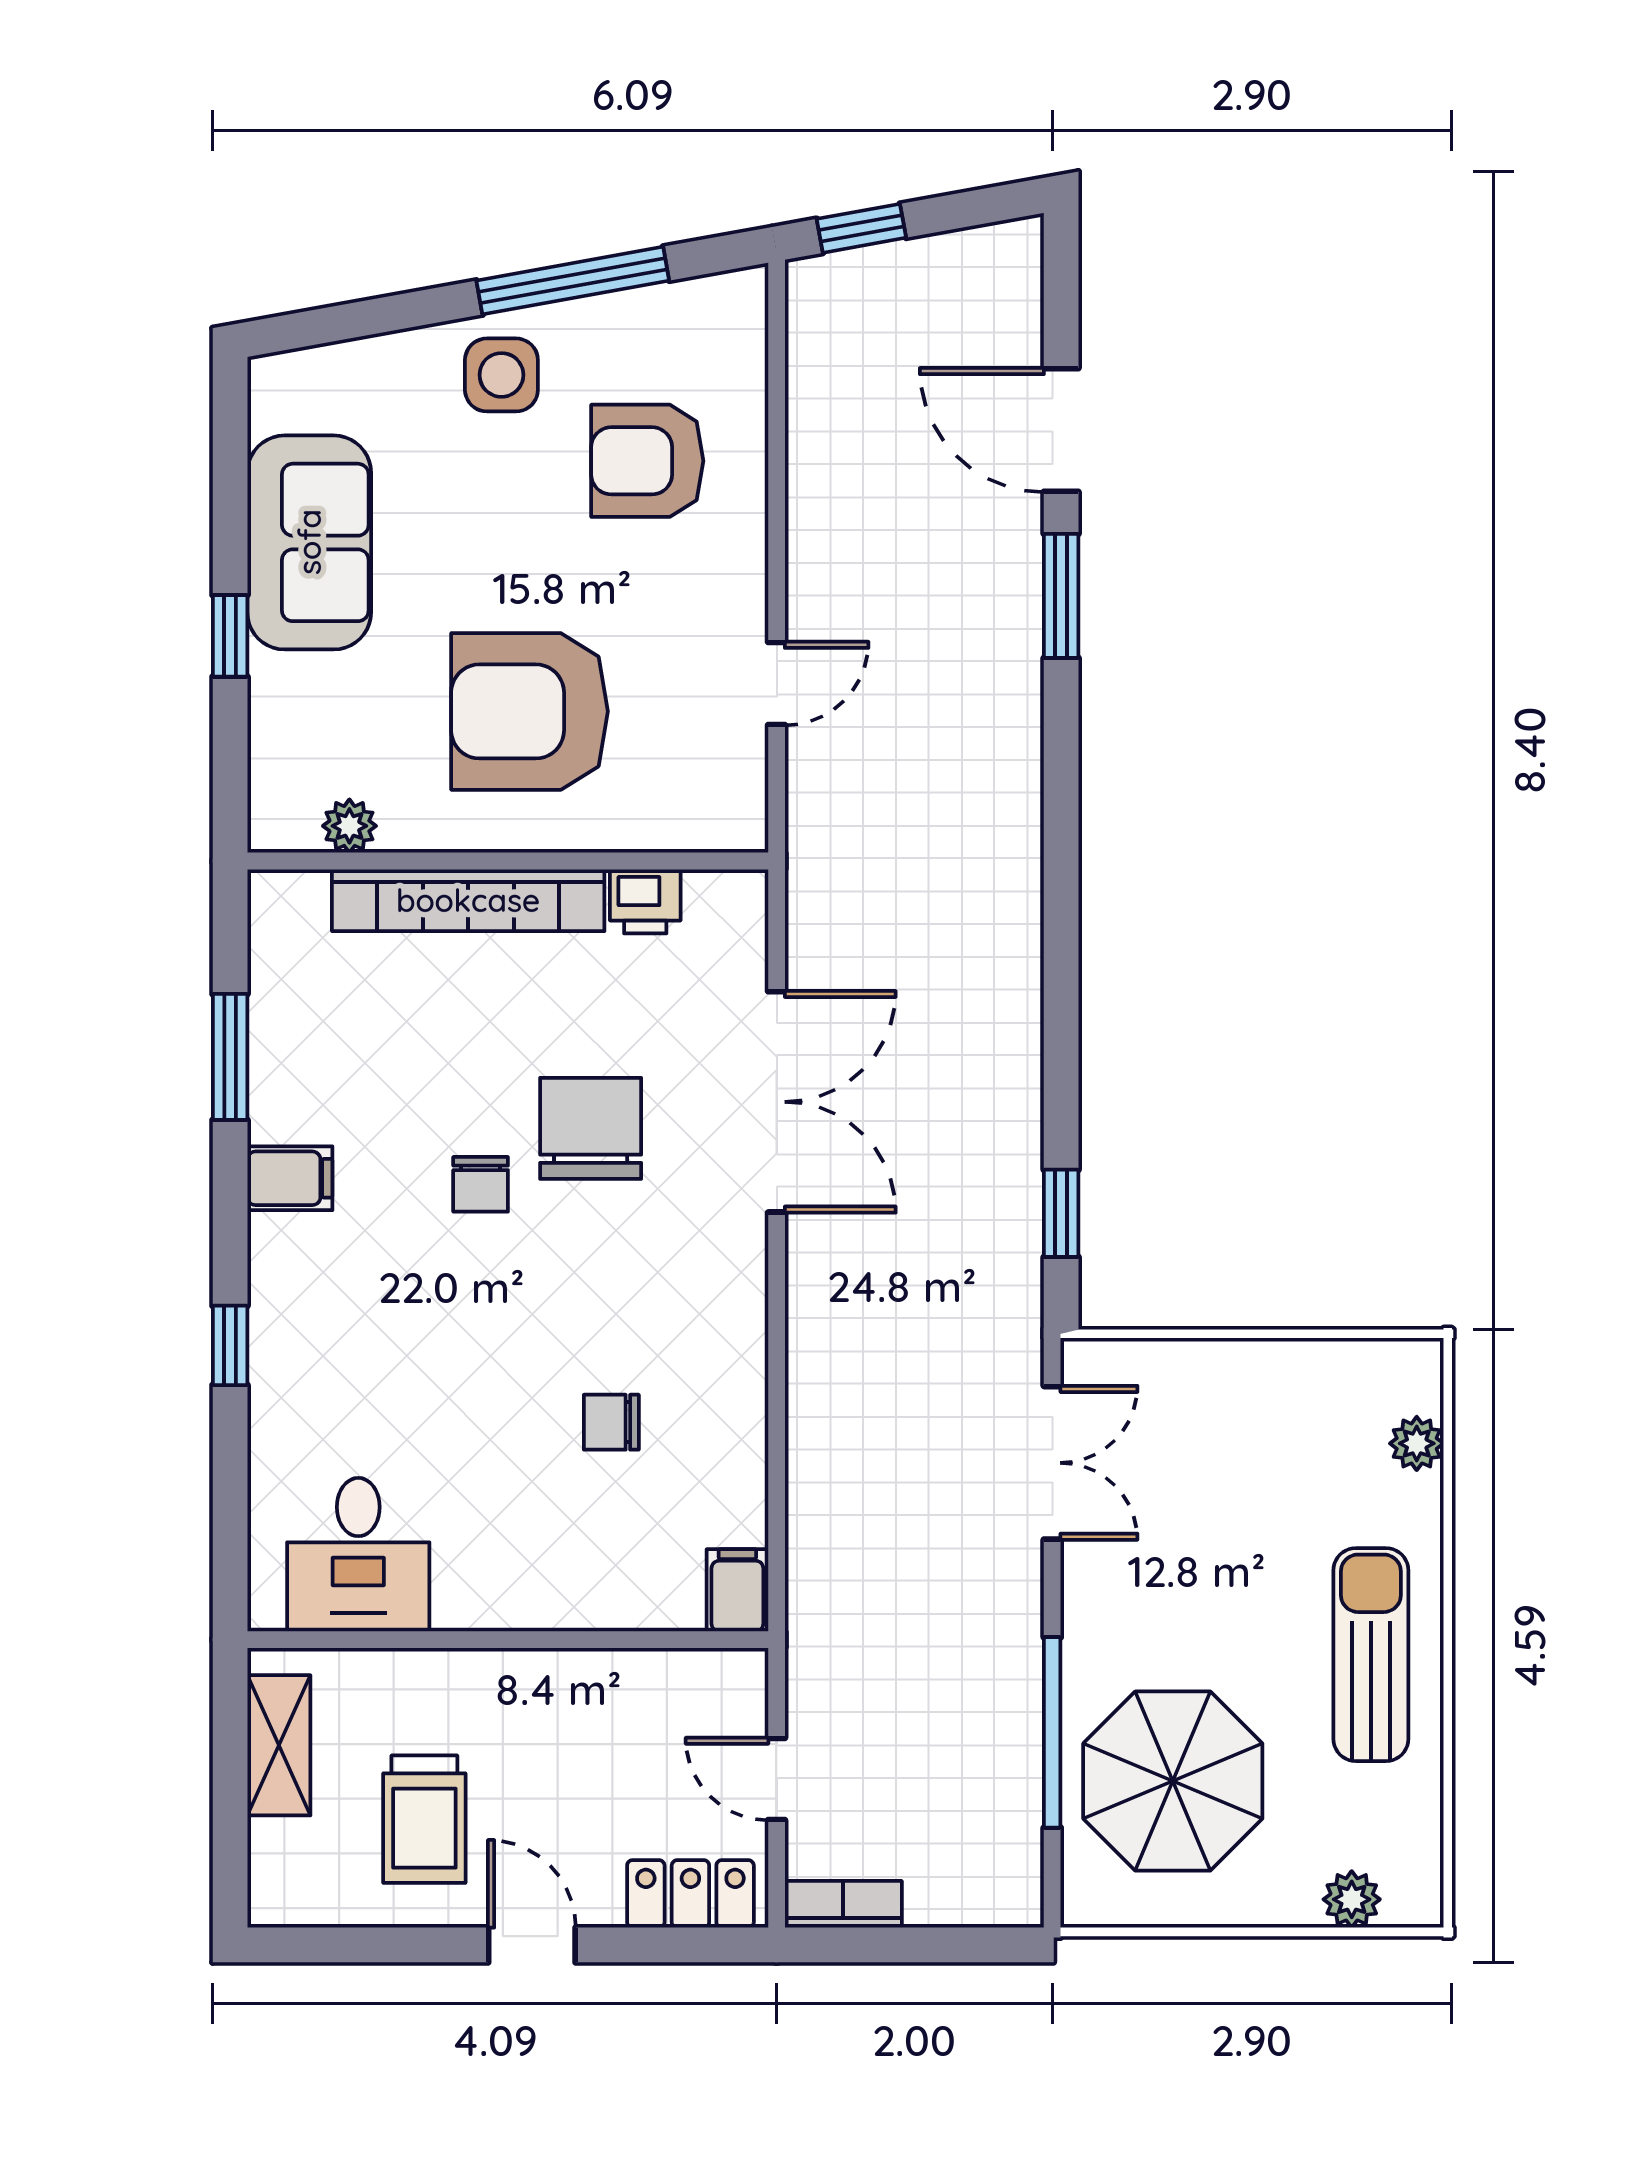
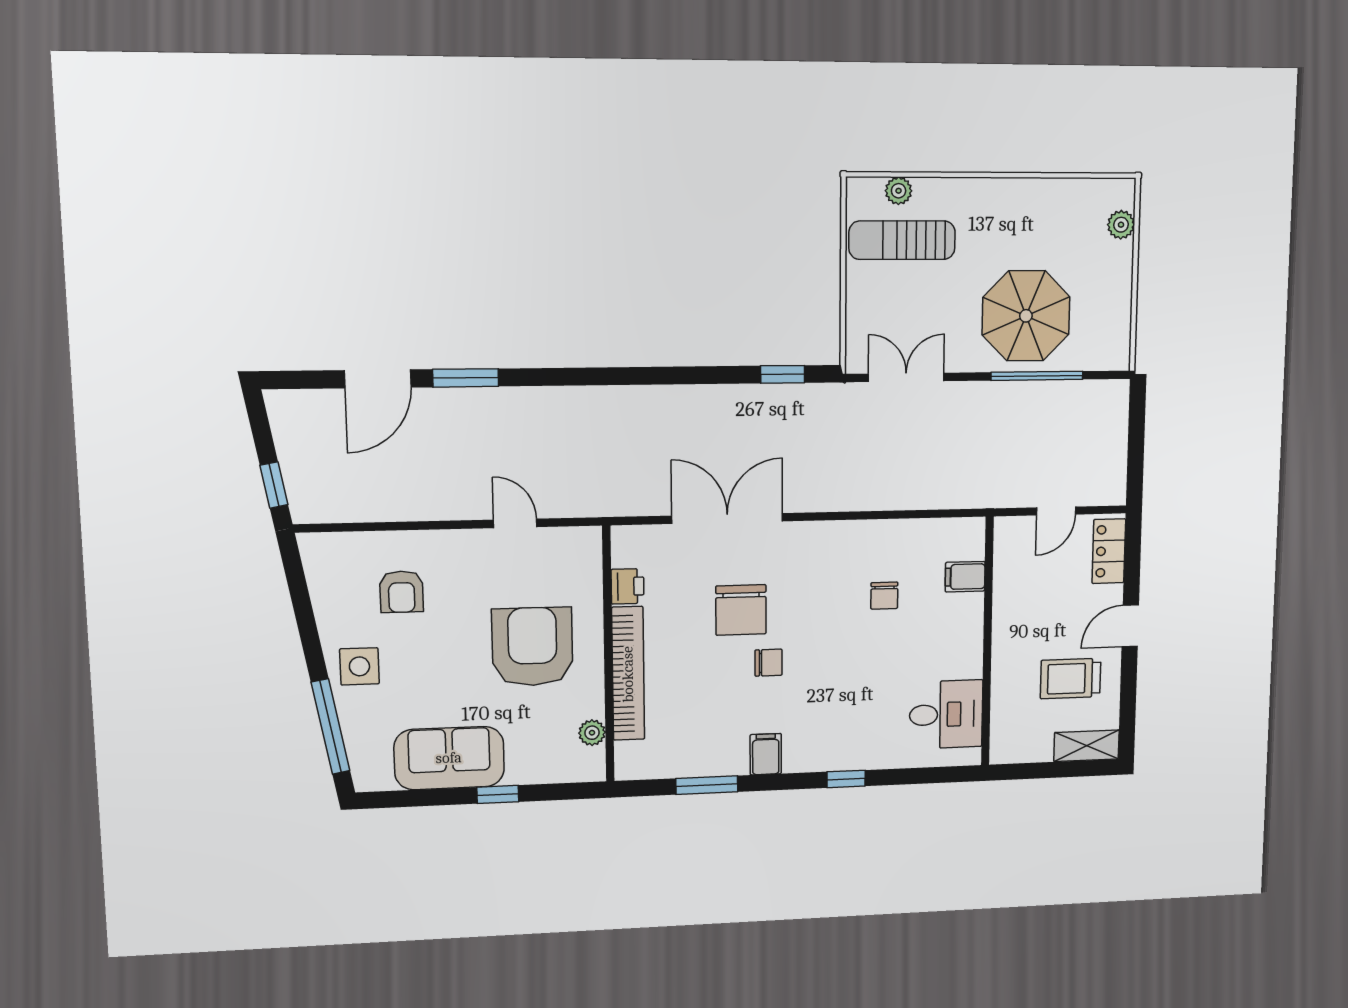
window: (573, 281) -> (330, 727), moved
armchair: (647, 461) -> (402, 592), width x0.72, depth x0.72
armchair: (530, 711) -> (532, 647), turned 180
chair: (591, 1128) -> (741, 610), turned -90
filing cabinet: (737, 1590) -> (965, 577), moved
sun lounger: (1371, 1655) -> (902, 240), moved
shelving: (279, 1745) -> (1086, 746), moved
parasol: (1173, 1781) -> (1026, 316), moved
trolley: (424, 1819) -> (1071, 679), turned 180
bookcase: (843, 1904) -> (1116, 477), removed

